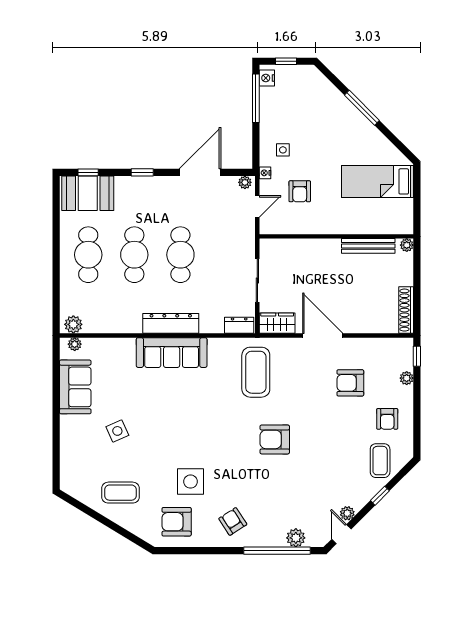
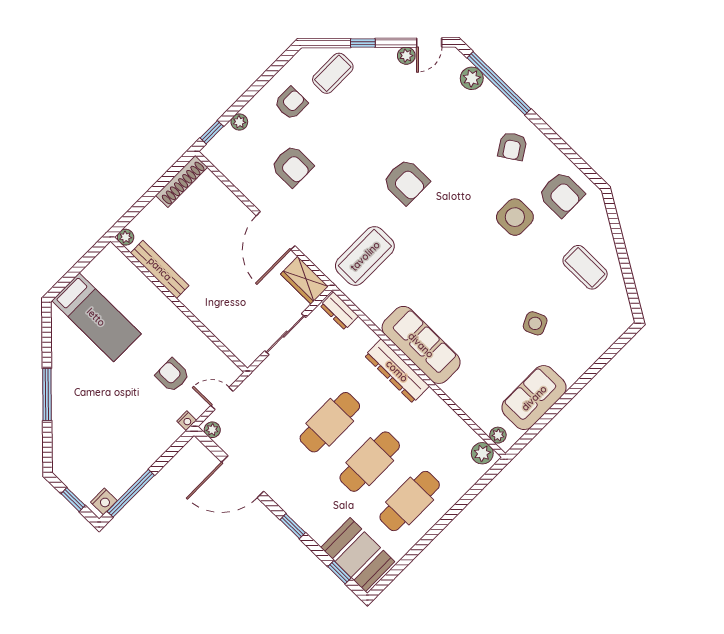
side table: (283, 150) -> (152, 425), removed
armchair: (300, 191) -> (172, 375), turned -90

